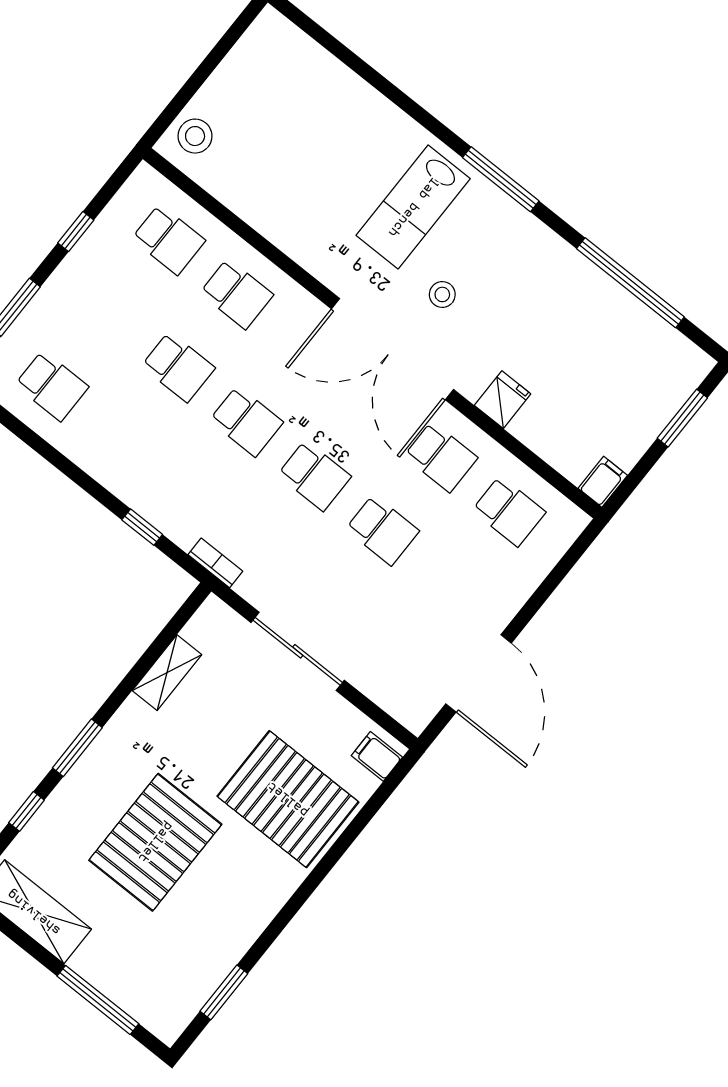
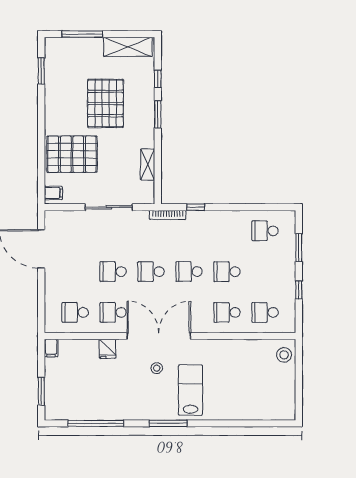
bookcase: (215, 563) -> (168, 215), width x1.56

